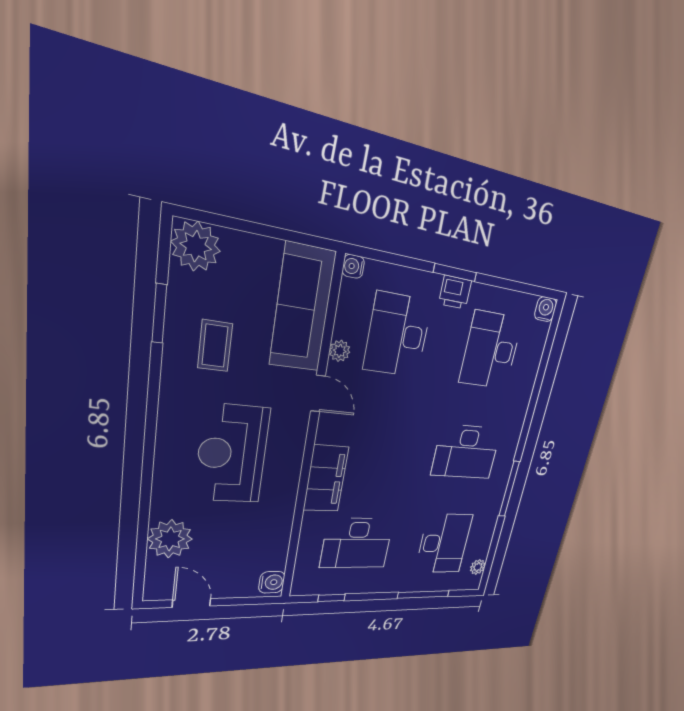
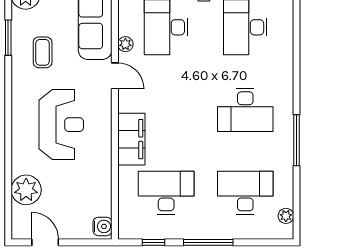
reception desk: (232, 454) -> (61, 125), turned 180
desk: (357, 543) -> (166, 193), turned 180
desk: (444, 544) -> (245, 193), turned -90
window: (424, 594) -> (208, 242), moved

